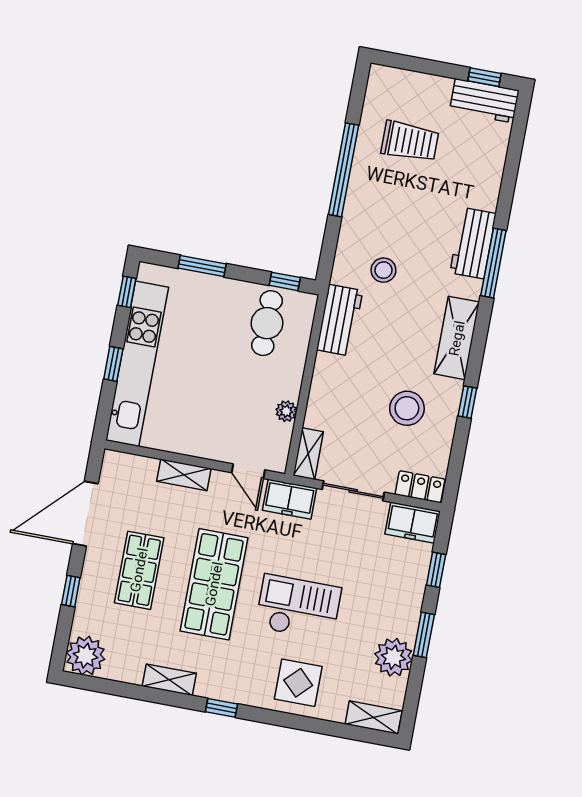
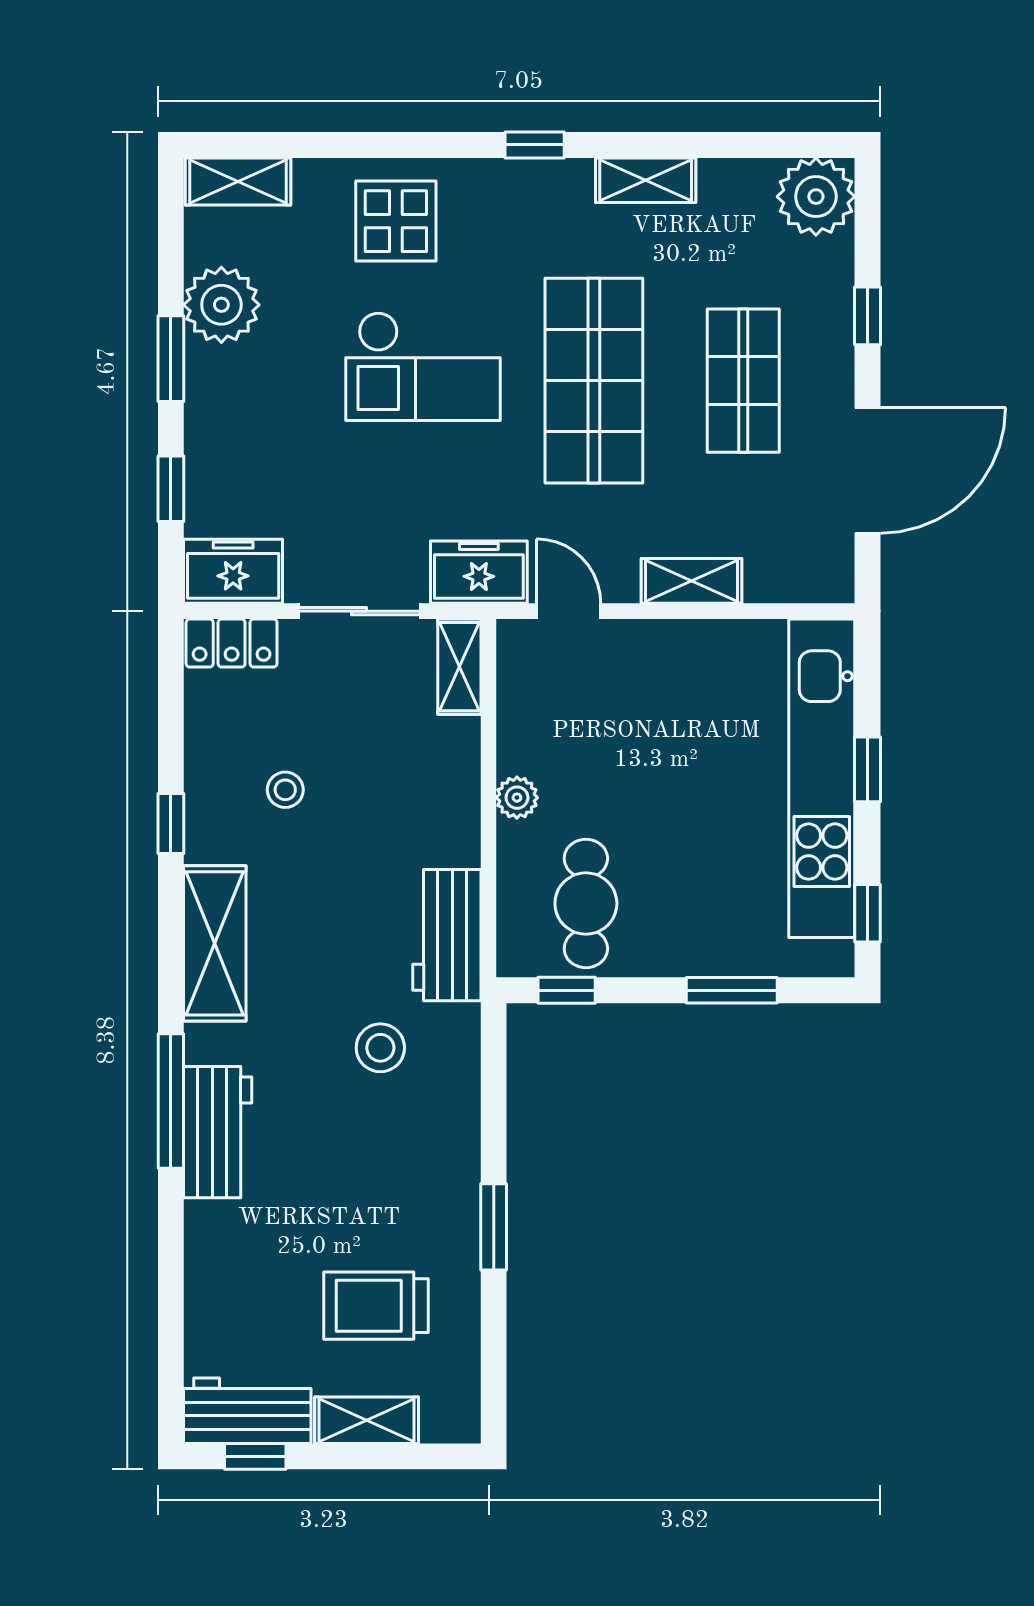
shelving: (425, 85) -> (367, 1420), added
window: (344, 170) -> (494, 1227), width x0.47
stool: (407, 408) -> (285, 790), width x0.53, depth x0.53
plant: (286, 411) -> (517, 798), moved

